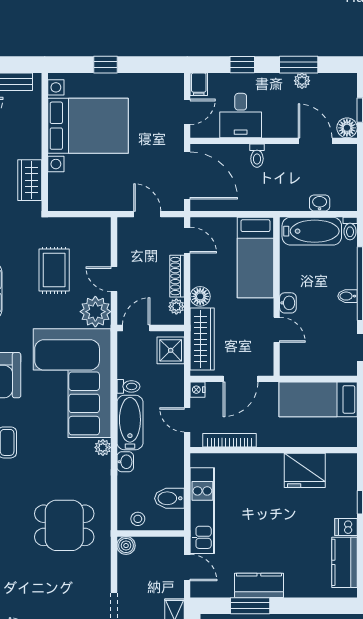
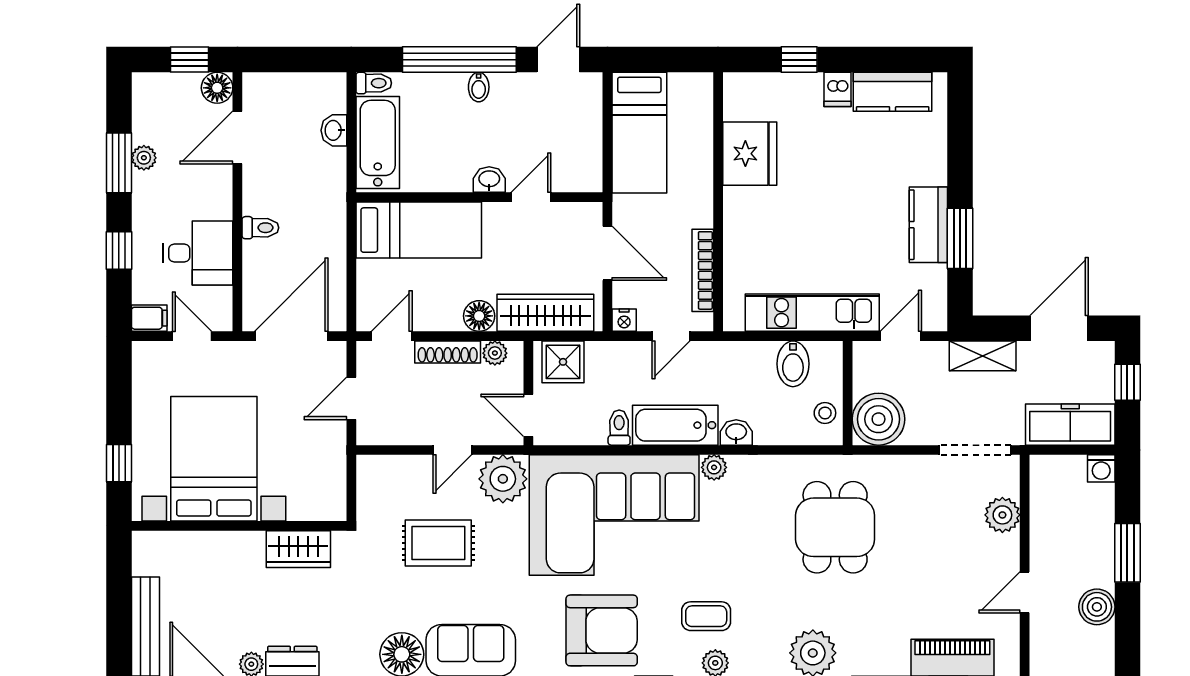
bed with nightstands: (88, 126) -> (214, 459), moved
wall: (45, 142) -> (239, 526), moved
wardrobe: (30, 180) -> (298, 549), moved
boiler: (126, 546) -> (879, 419), width x1.86, depth x1.86

